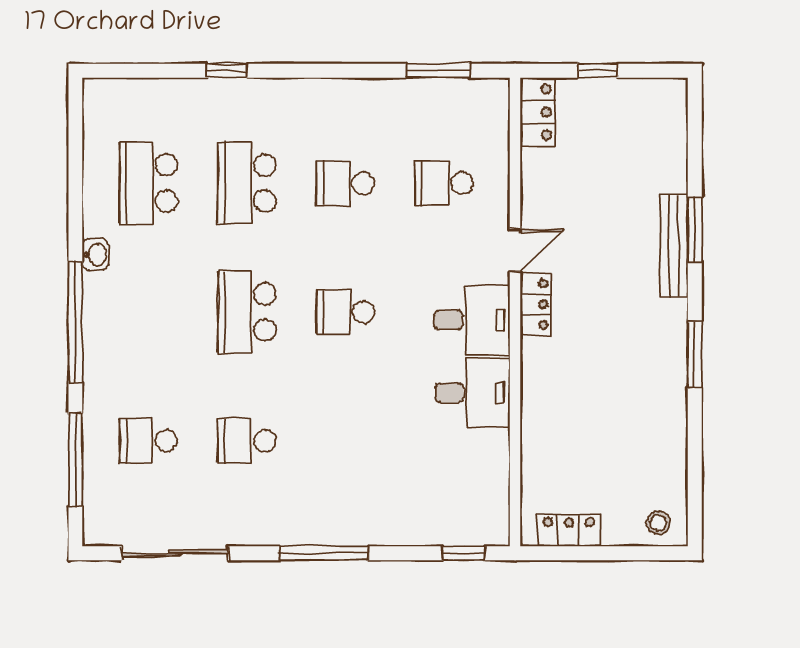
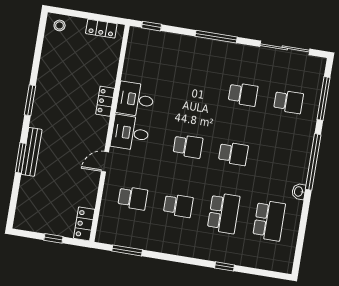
locker: (536, 304) -> (105, 101), moved
school desk: (247, 312) -> (233, 154), width x0.54

